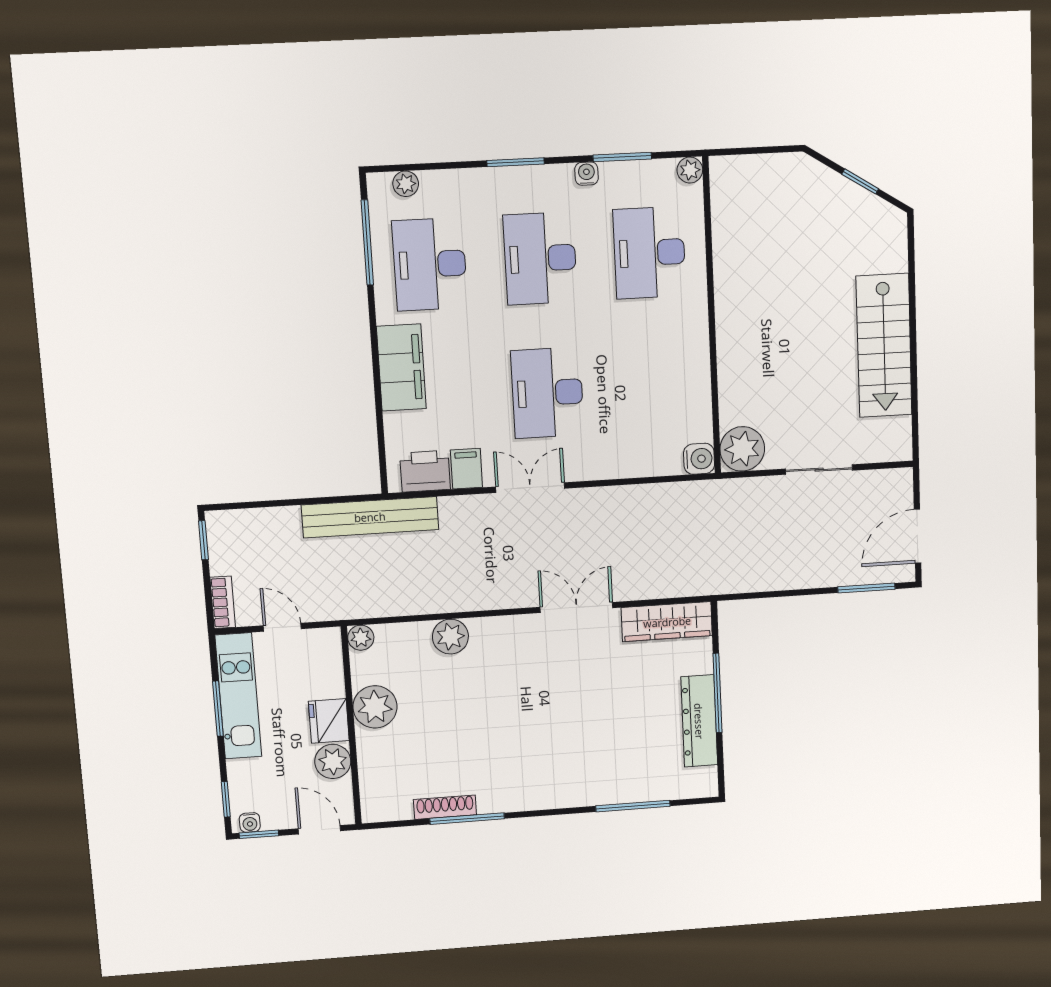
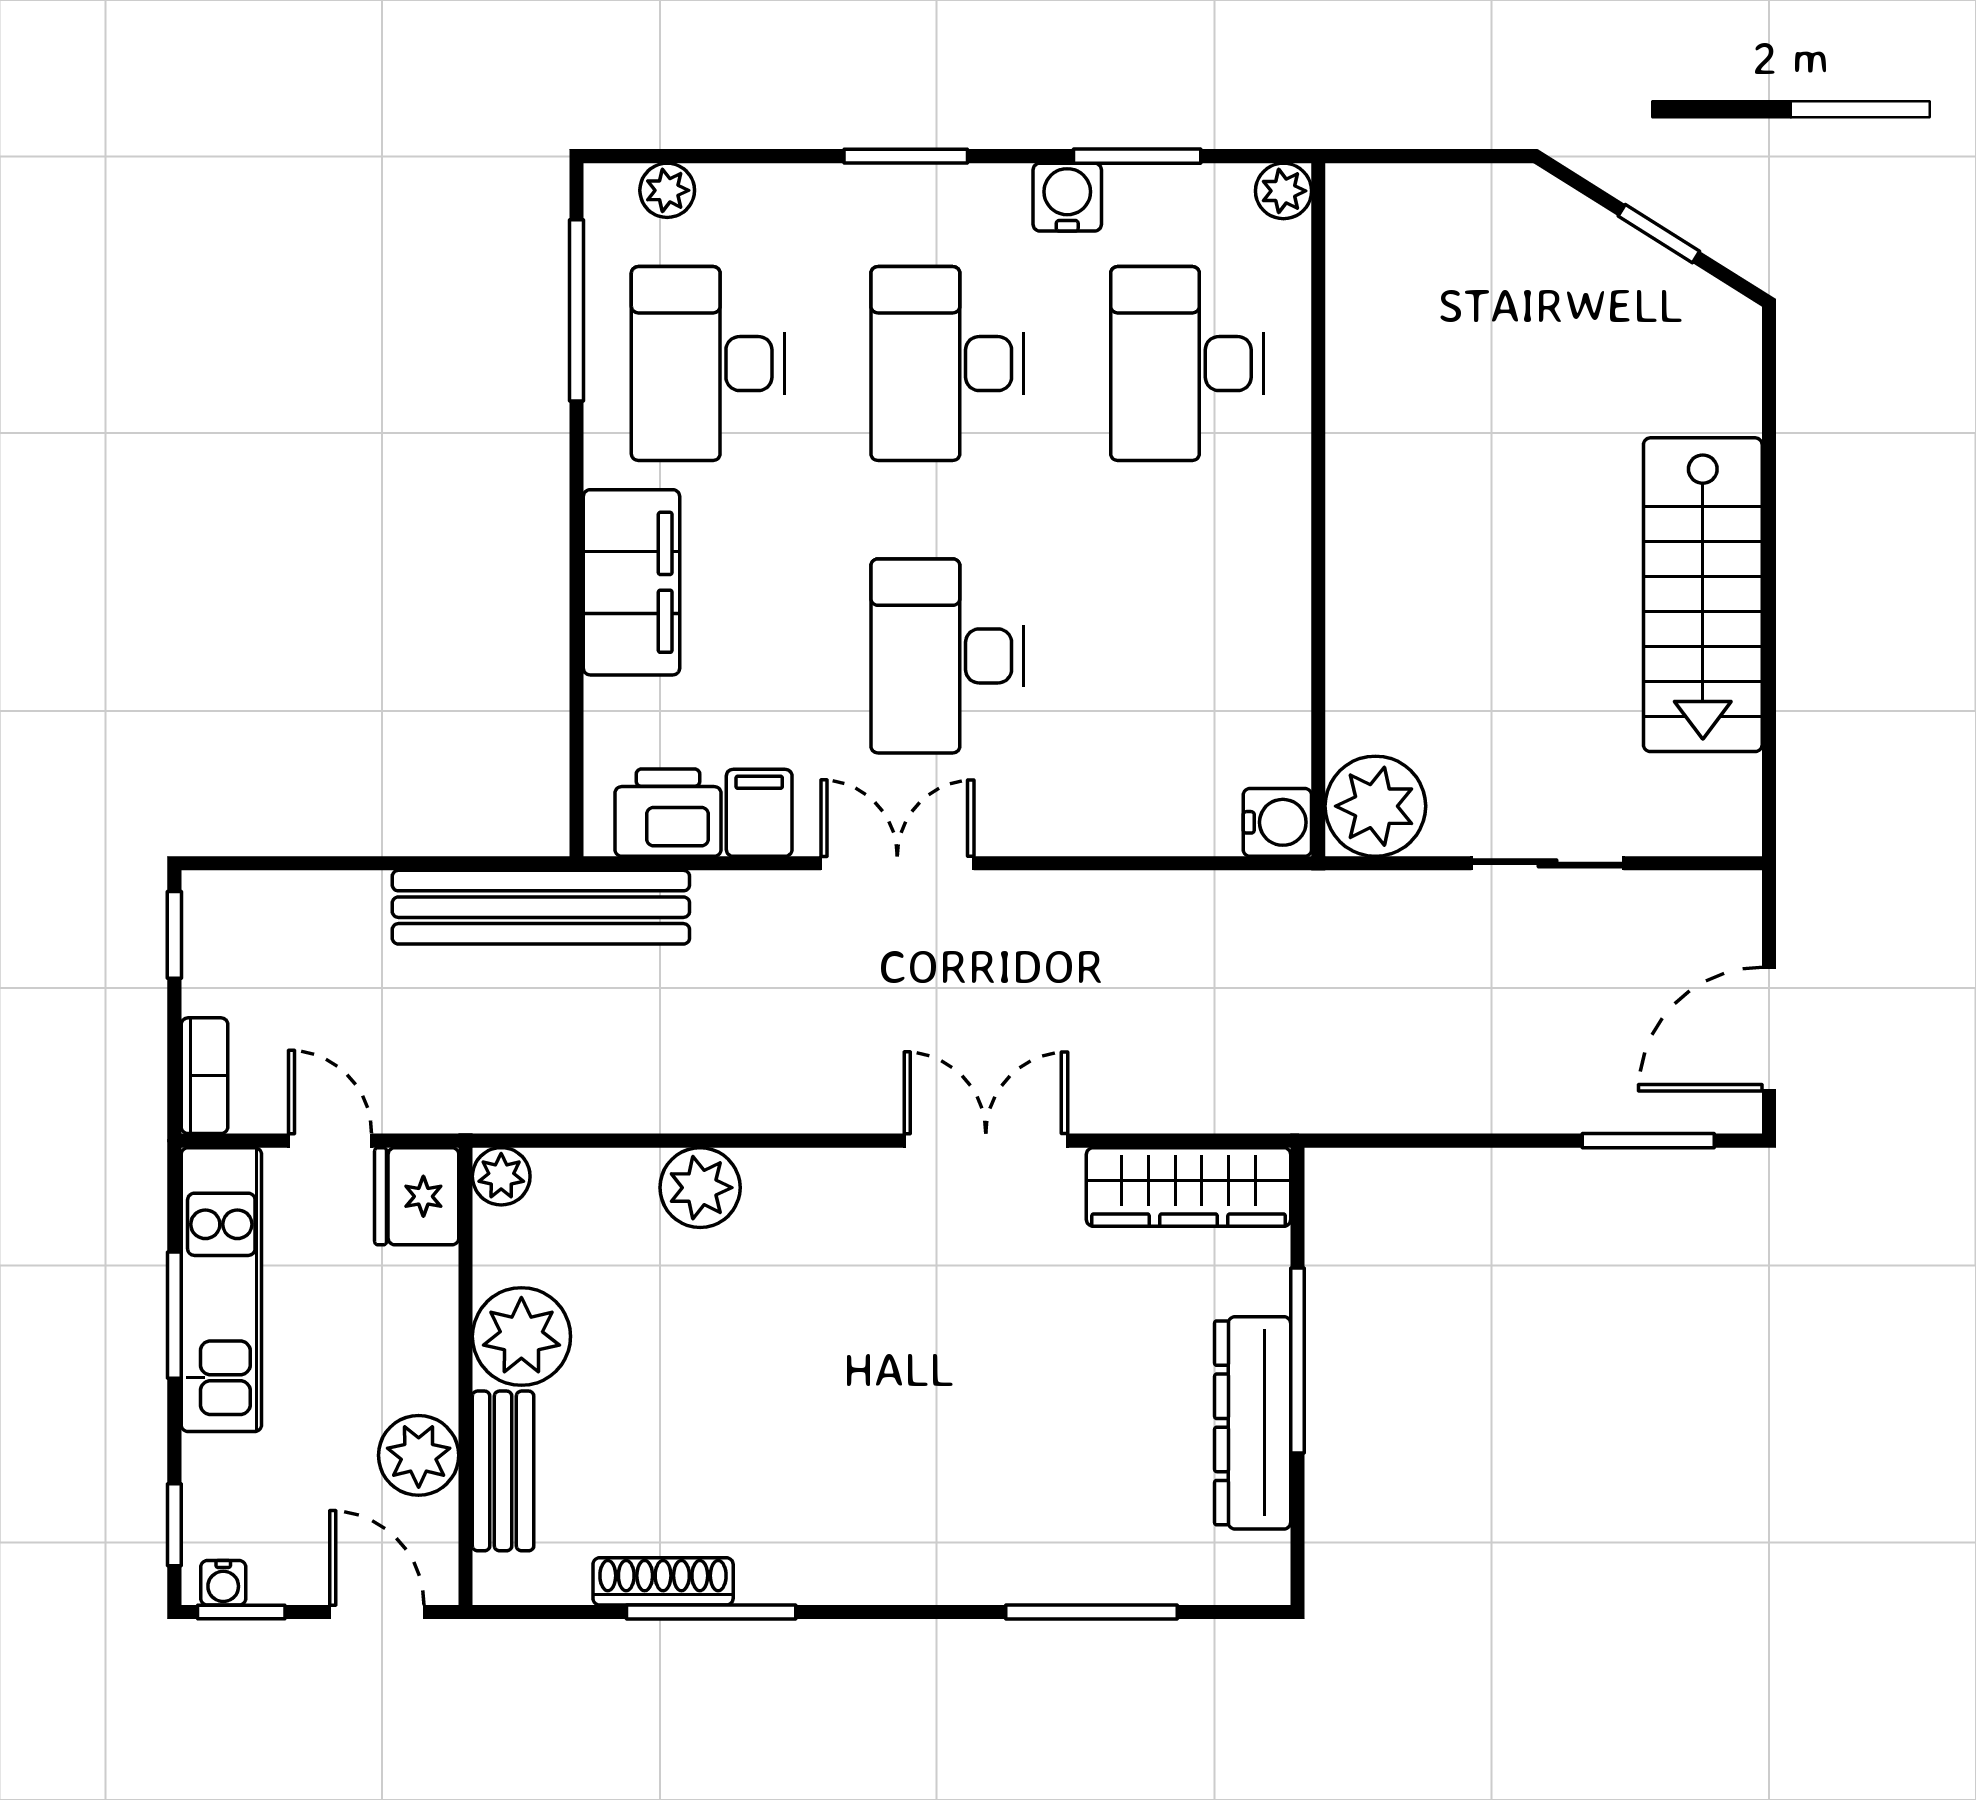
water cooler: (587, 174) -> (1067, 197), width x1.38, depth x1.38
fridge: (329, 721) -> (417, 1196), moved
bench: (371, 765) -> (503, 1471), added

